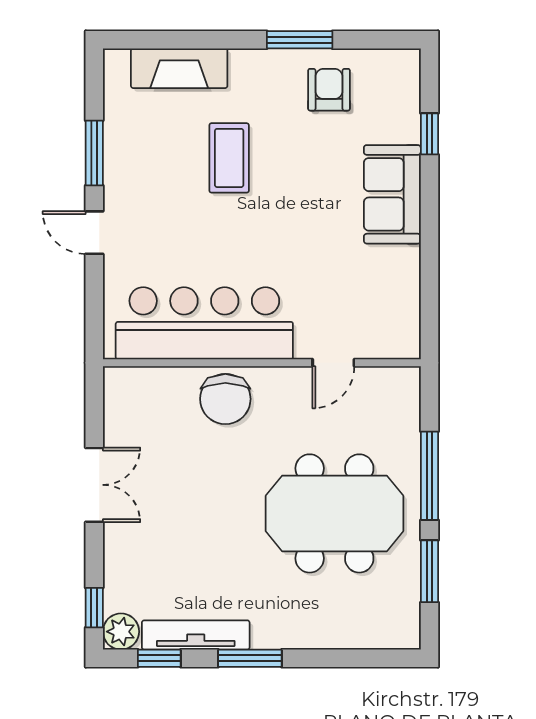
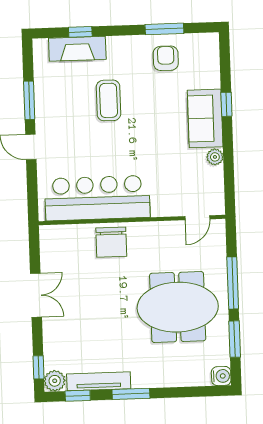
window: (185, 40) -> (80, 32), added
window: (300, 40) -> (164, 29), moved
window: (429, 134) -> (226, 104), moved
plant: (407, 260) -> (215, 157), added
door: (333, 363) -> (197, 218), moved
water cooler: (404, 633) -> (221, 376), added

